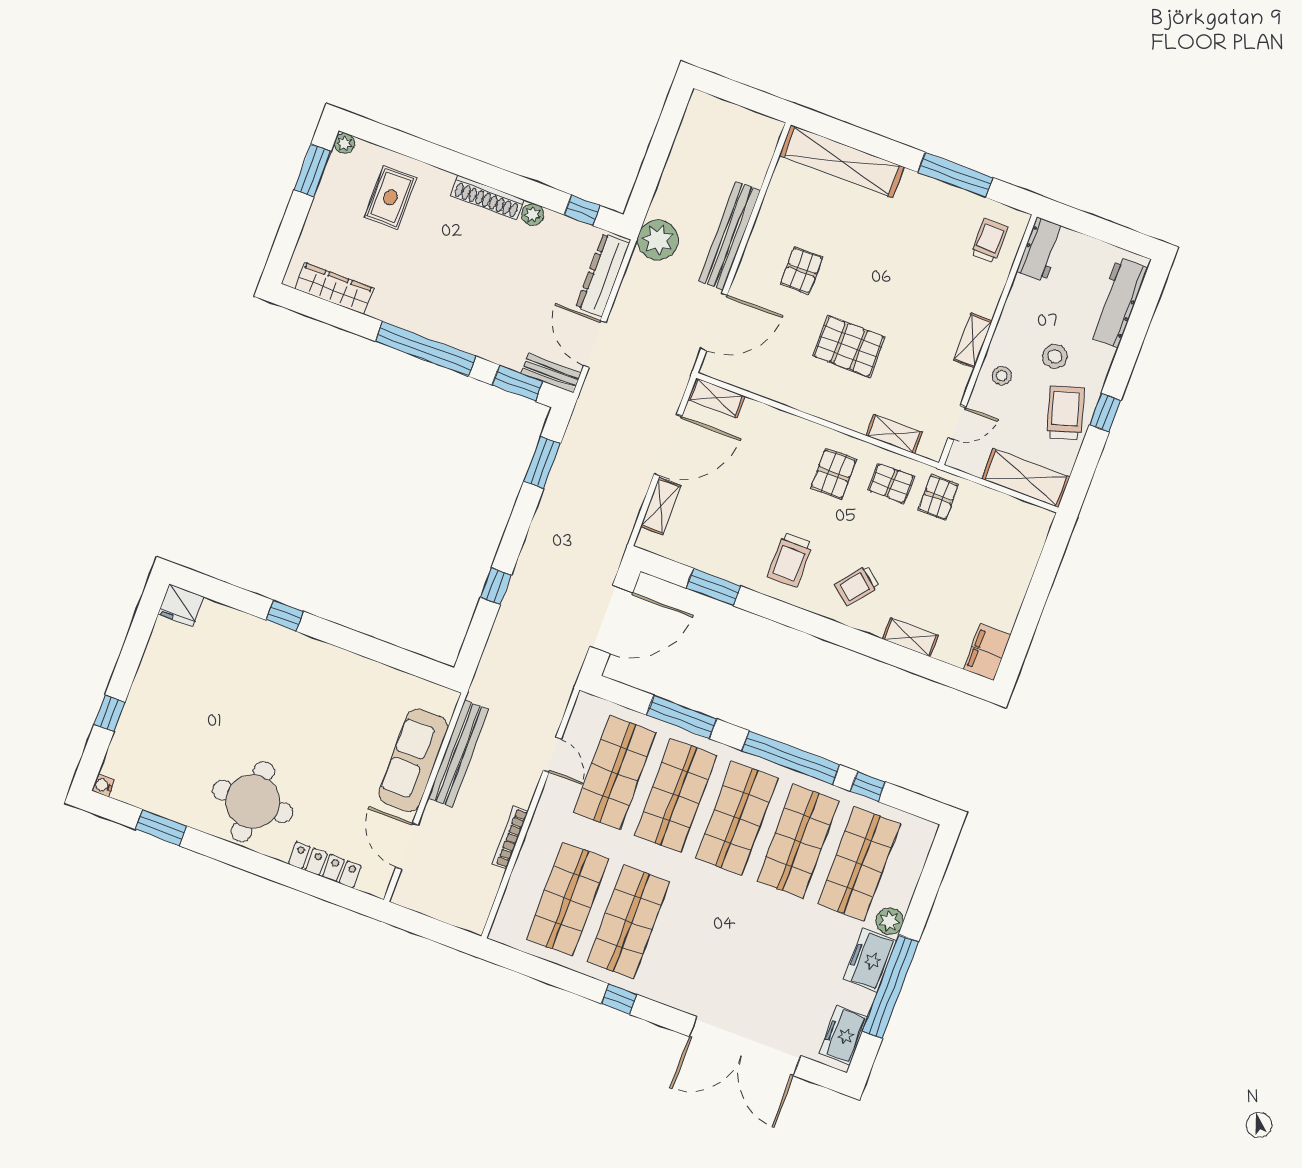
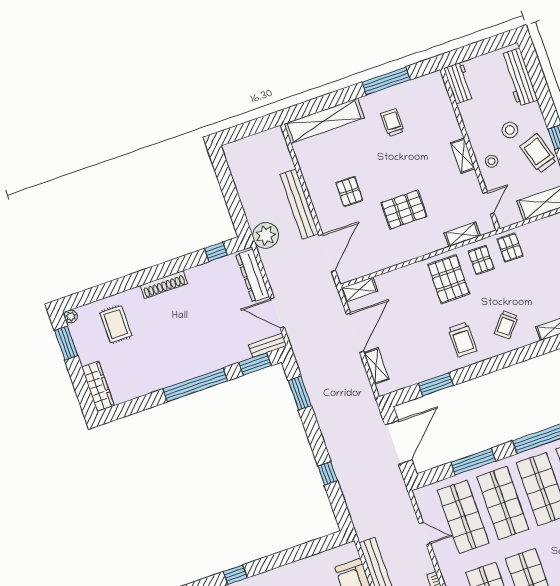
plant: (533, 214) -> (193, 274), removed
trolley: (989, 241) -> (392, 123), moved
wardrobe: (334, 289) -> (98, 386), moved, turned 90
pallet: (833, 474) -> (449, 279), width x1.50, depth x1.42
pallet: (891, 483) -> (481, 260), turned 90

